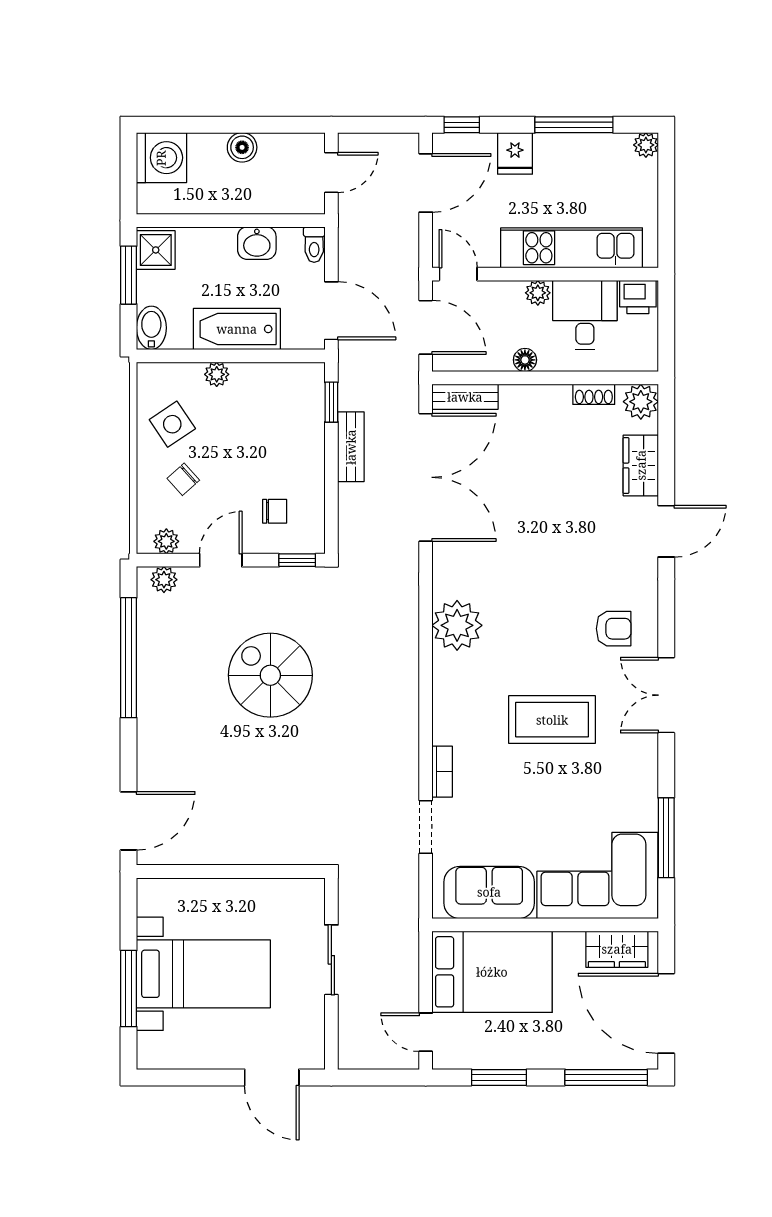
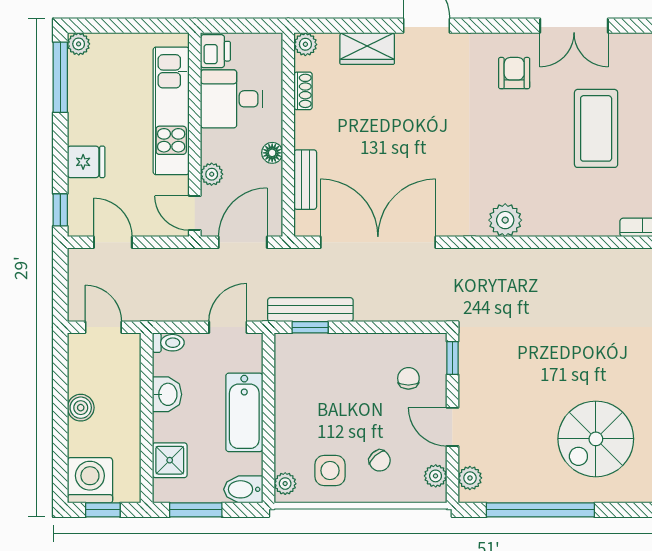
window: (574, 125) -> (60, 77), moved
window: (129, 172) -> (103, 510), added
door: (426, 183) -> (113, 242), width x0.73
shower: (156, 250) -> (170, 460), moved
door: (458, 274) -> (195, 213), hinge flipped
plant: (538, 293) -> (212, 174), moved
door: (331, 311) -> (228, 327), width x0.73
plant: (217, 374) -> (285, 484), moved
bench: (465, 397) -> (305, 180), moved
plant: (641, 402) -> (305, 44), width x0.73, depth x0.73
side table: (172, 424) -> (330, 471), turned 34
bench: (351, 447) -> (310, 310), moved, width x1.36
plant: (457, 625) -> (505, 220), width x0.73, depth x0.73
spiral stairs: (270, 675) -> (596, 439), moved

